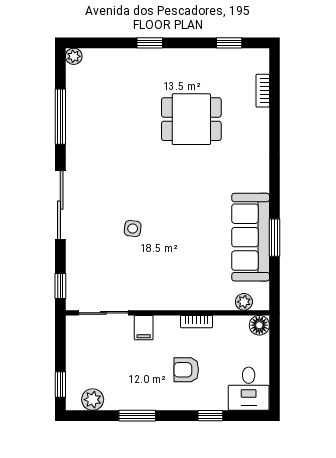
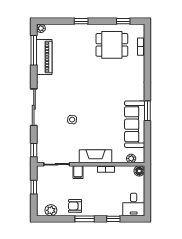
piano: (80, 110) -> (44, 57), added
window: (60, 117) -> (34, 50), moved
dining table: (191, 119) -> (112, 45), moved
window: (275, 238) -> (147, 111), moved
fireplace: (177, 298) -> (95, 156), added
armchair: (186, 370) -> (75, 206), moved
window: (60, 385) -> (34, 187), moved
window: (137, 416) -> (85, 219), moved

